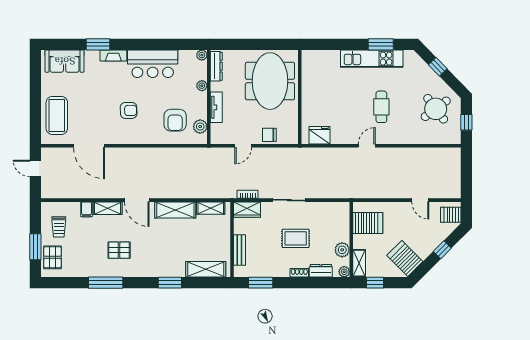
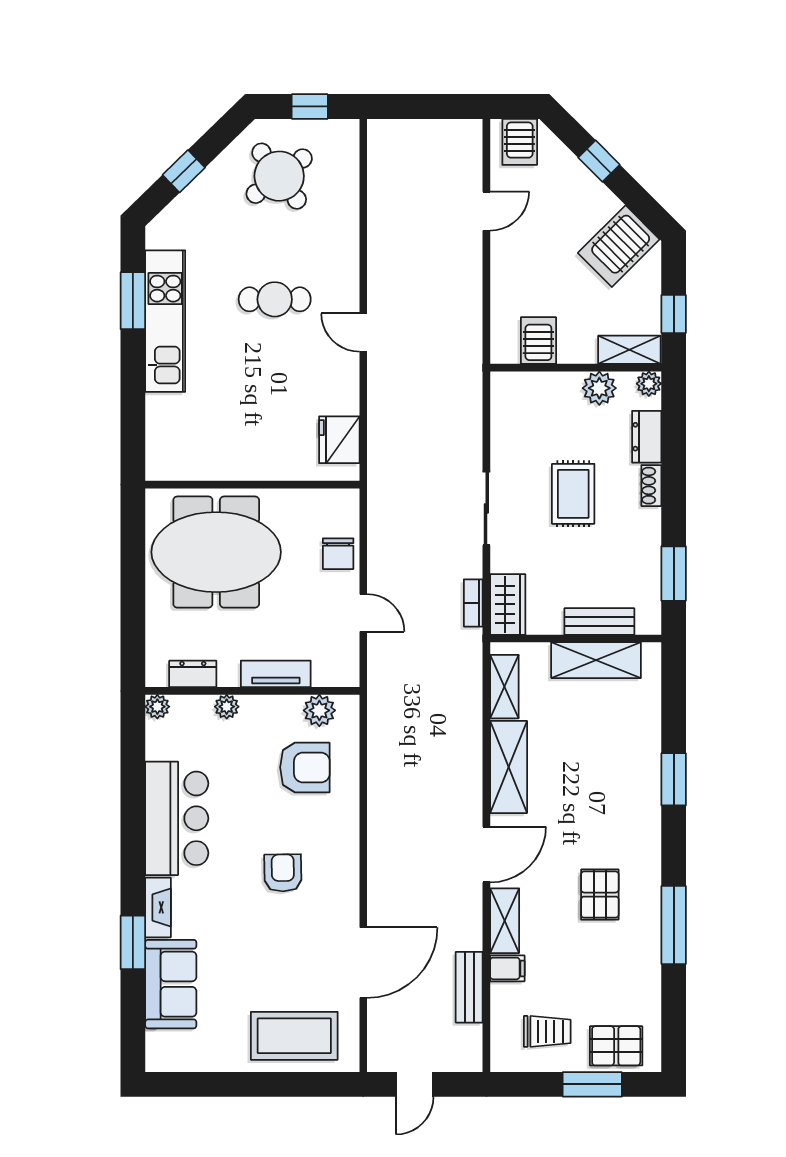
sofa: (65, 61) -> (171, 984), moved
dresser: (216, 66) -> (193, 674), width x0.70
bench: (78, 193) -> (469, 987), added
server rack: (368, 223) -> (538, 341), width x0.73, depth x0.70
shelving: (206, 269) -> (596, 660), moved, turned 90

